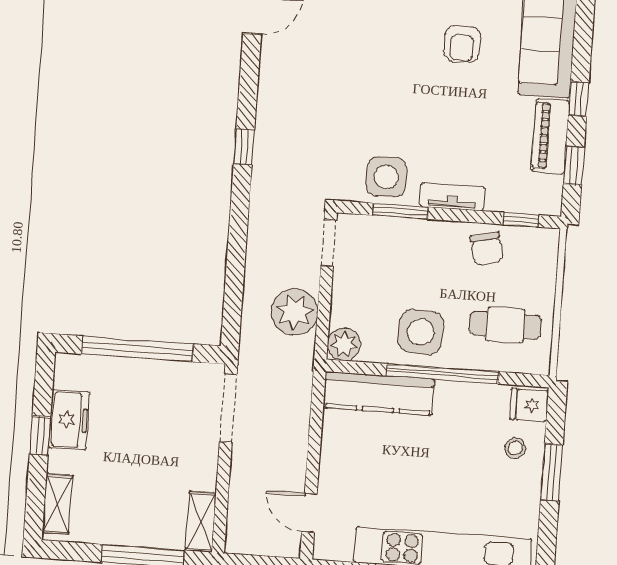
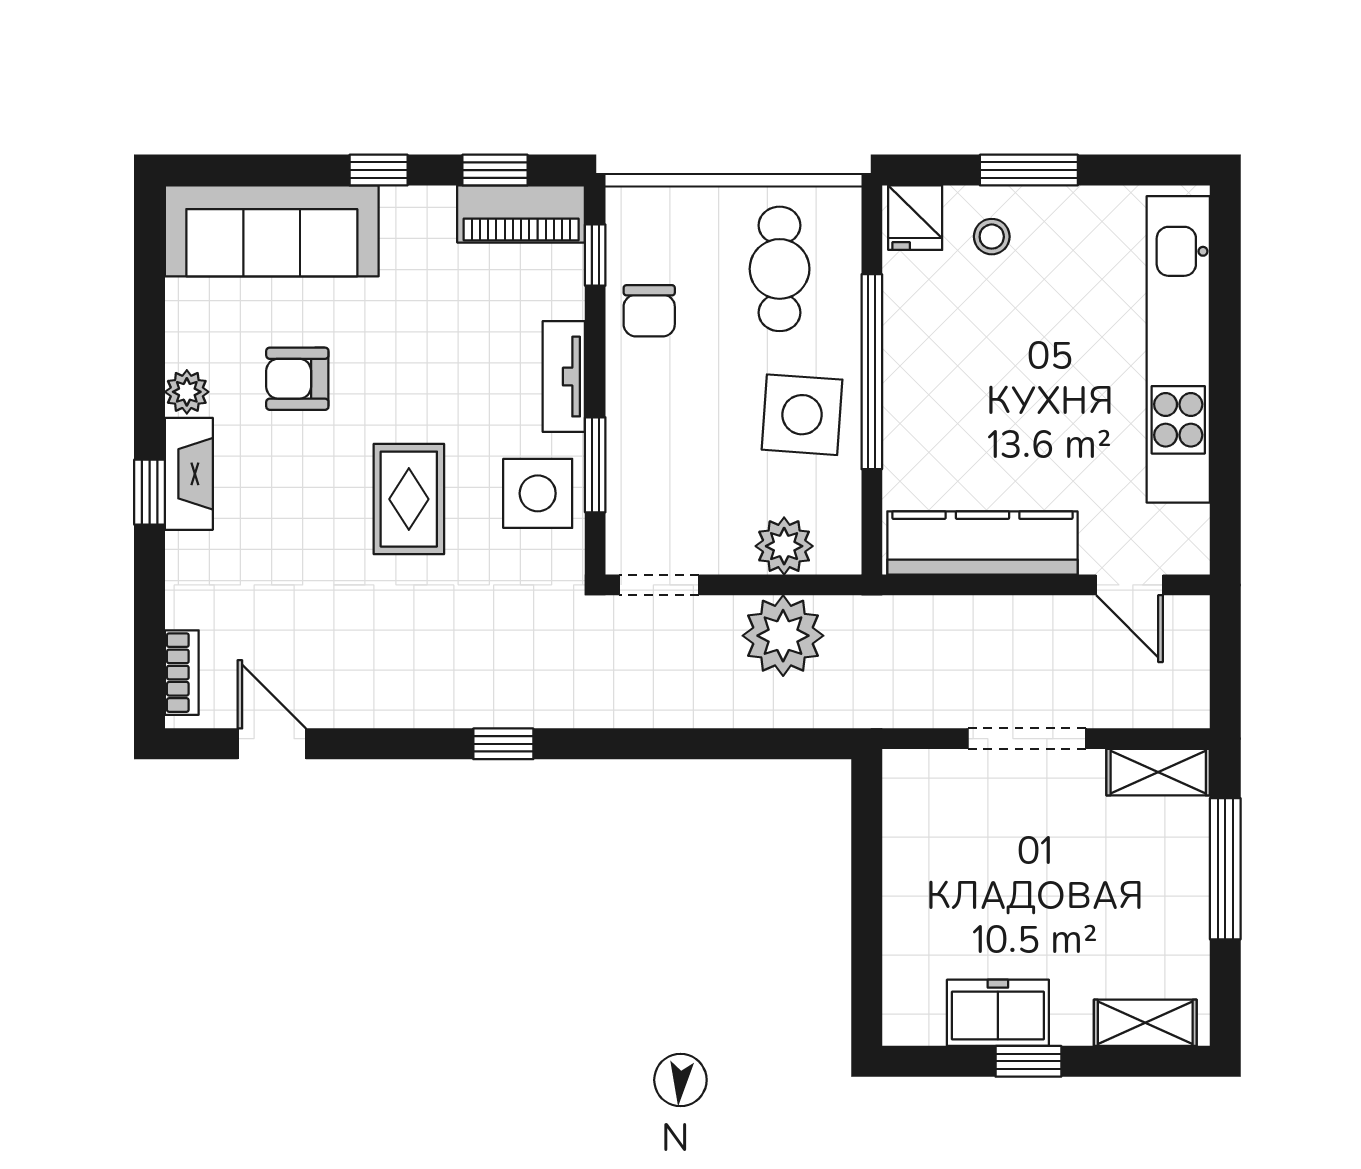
armchair: (462, 44) -> (297, 379), turned 180
rug: (388, 103) -> (409, 499), added
piano: (551, 136) -> (521, 214), moved
chair: (487, 248) -> (649, 311), turned 104
plant: (344, 344) -> (784, 546), moved
window: (137, 349) -> (867, 904), removed
kitchen counter: (379, 393) -> (982, 543), moved, turned -90
doorway: (228, 408) -> (1027, 739), moved
door: (309, 513) -> (1129, 585), hinge flipped

